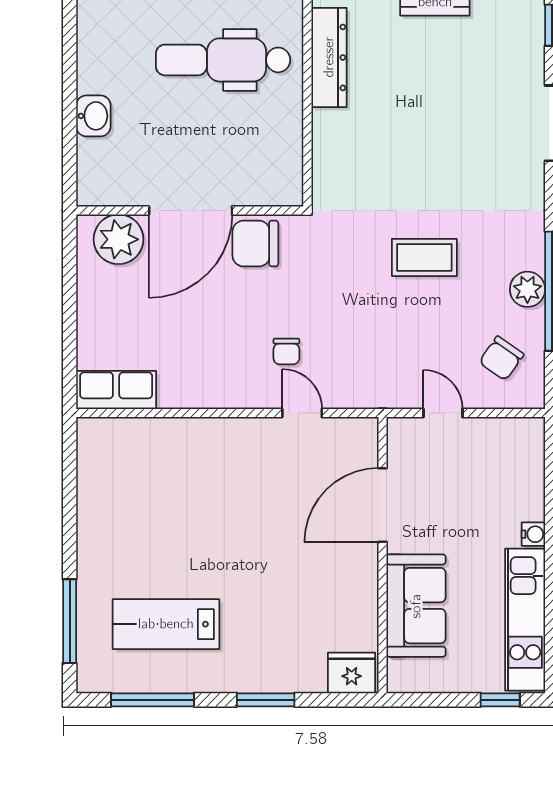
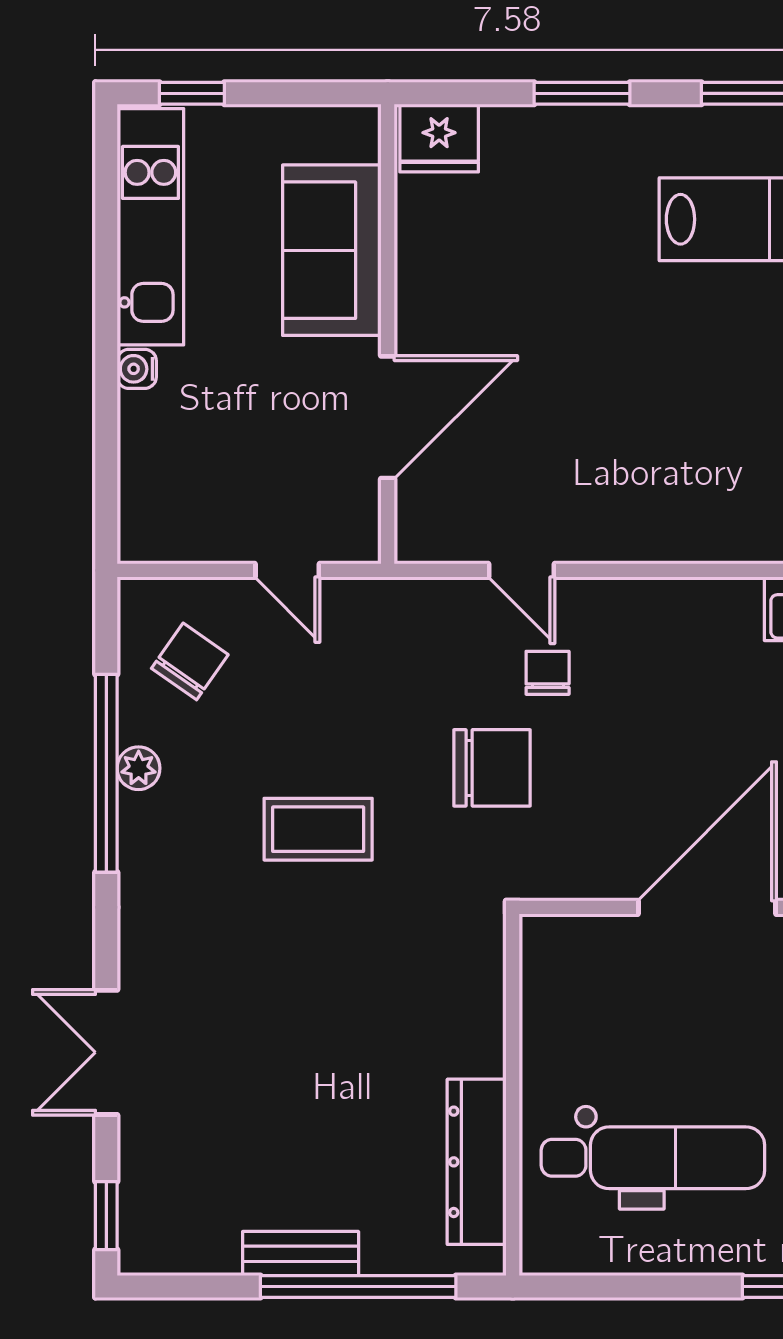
chair: (255, 244) -> (492, 768), moved
plant: (527, 289) -> (139, 768), width x0.73, depth x0.73

